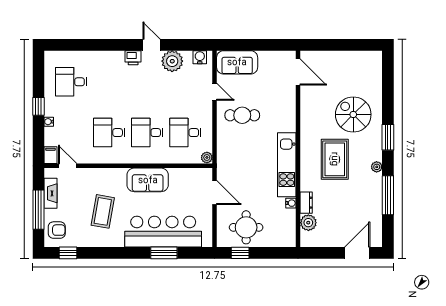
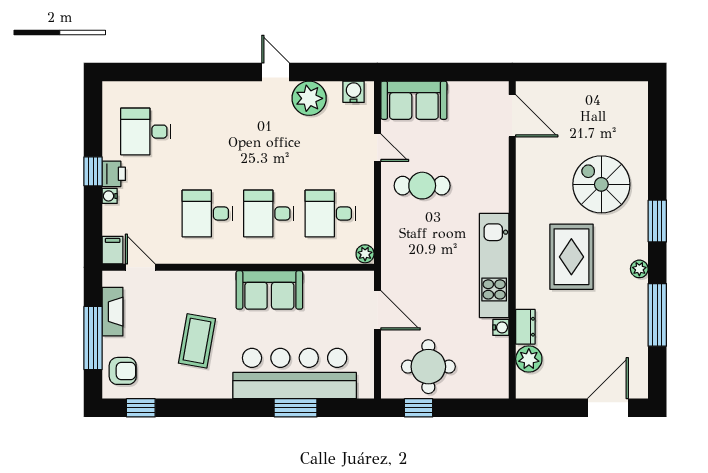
printer: (133, 58) -> (114, 174), moved, turned -90

